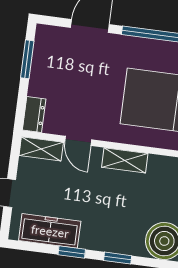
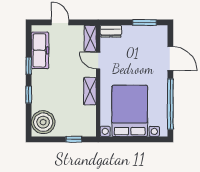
door: (78, 141) -> (98, 61), hinge flipped

